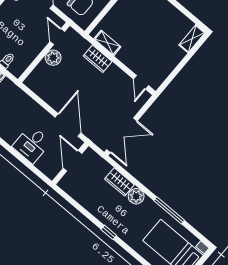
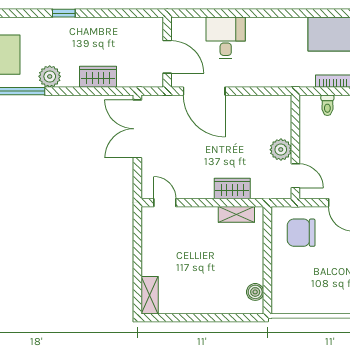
plant: (136, 196) -> (50, 76), moved

